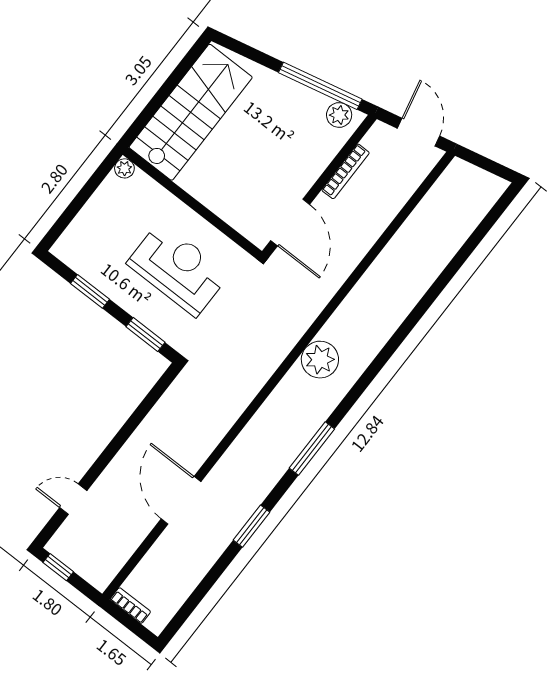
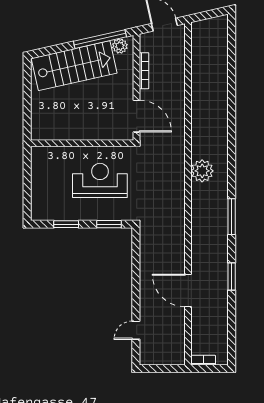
stairs: (191, 112) -> (74, 66), moved, turned 77
plant: (124, 168) -> (37, 152), removed
window: (58, 567) -> (154, 369), removed

